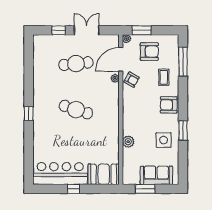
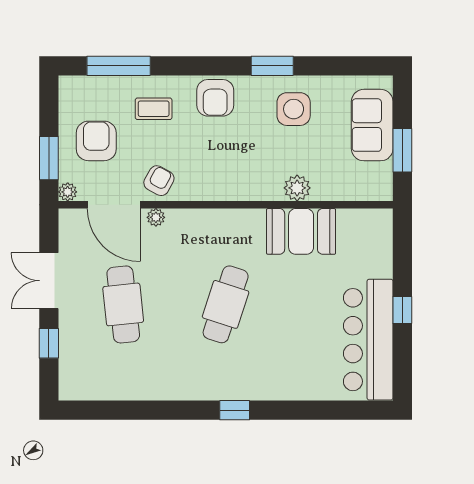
booth: (104, 174) -> (301, 231), moved, turned 90

